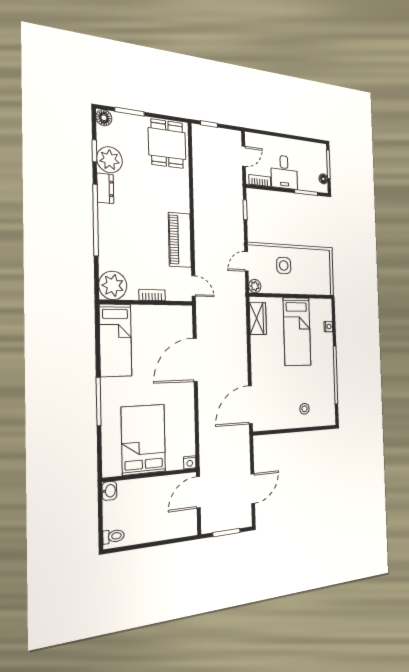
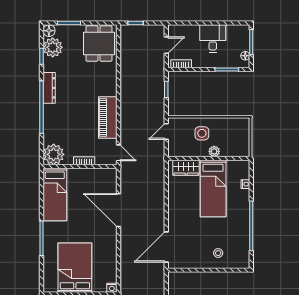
plant: (110, 160) -> (53, 47), moved
desk: (284, 172) -> (213, 38), moved, turned 180
dresser: (105, 188) -> (49, 88), width x1.44
plant: (255, 286) -> (214, 151), moved
wardrobe: (258, 319) -> (186, 168), moved, turned 90
door: (195, 360) -> (118, 210), hinge flipped

